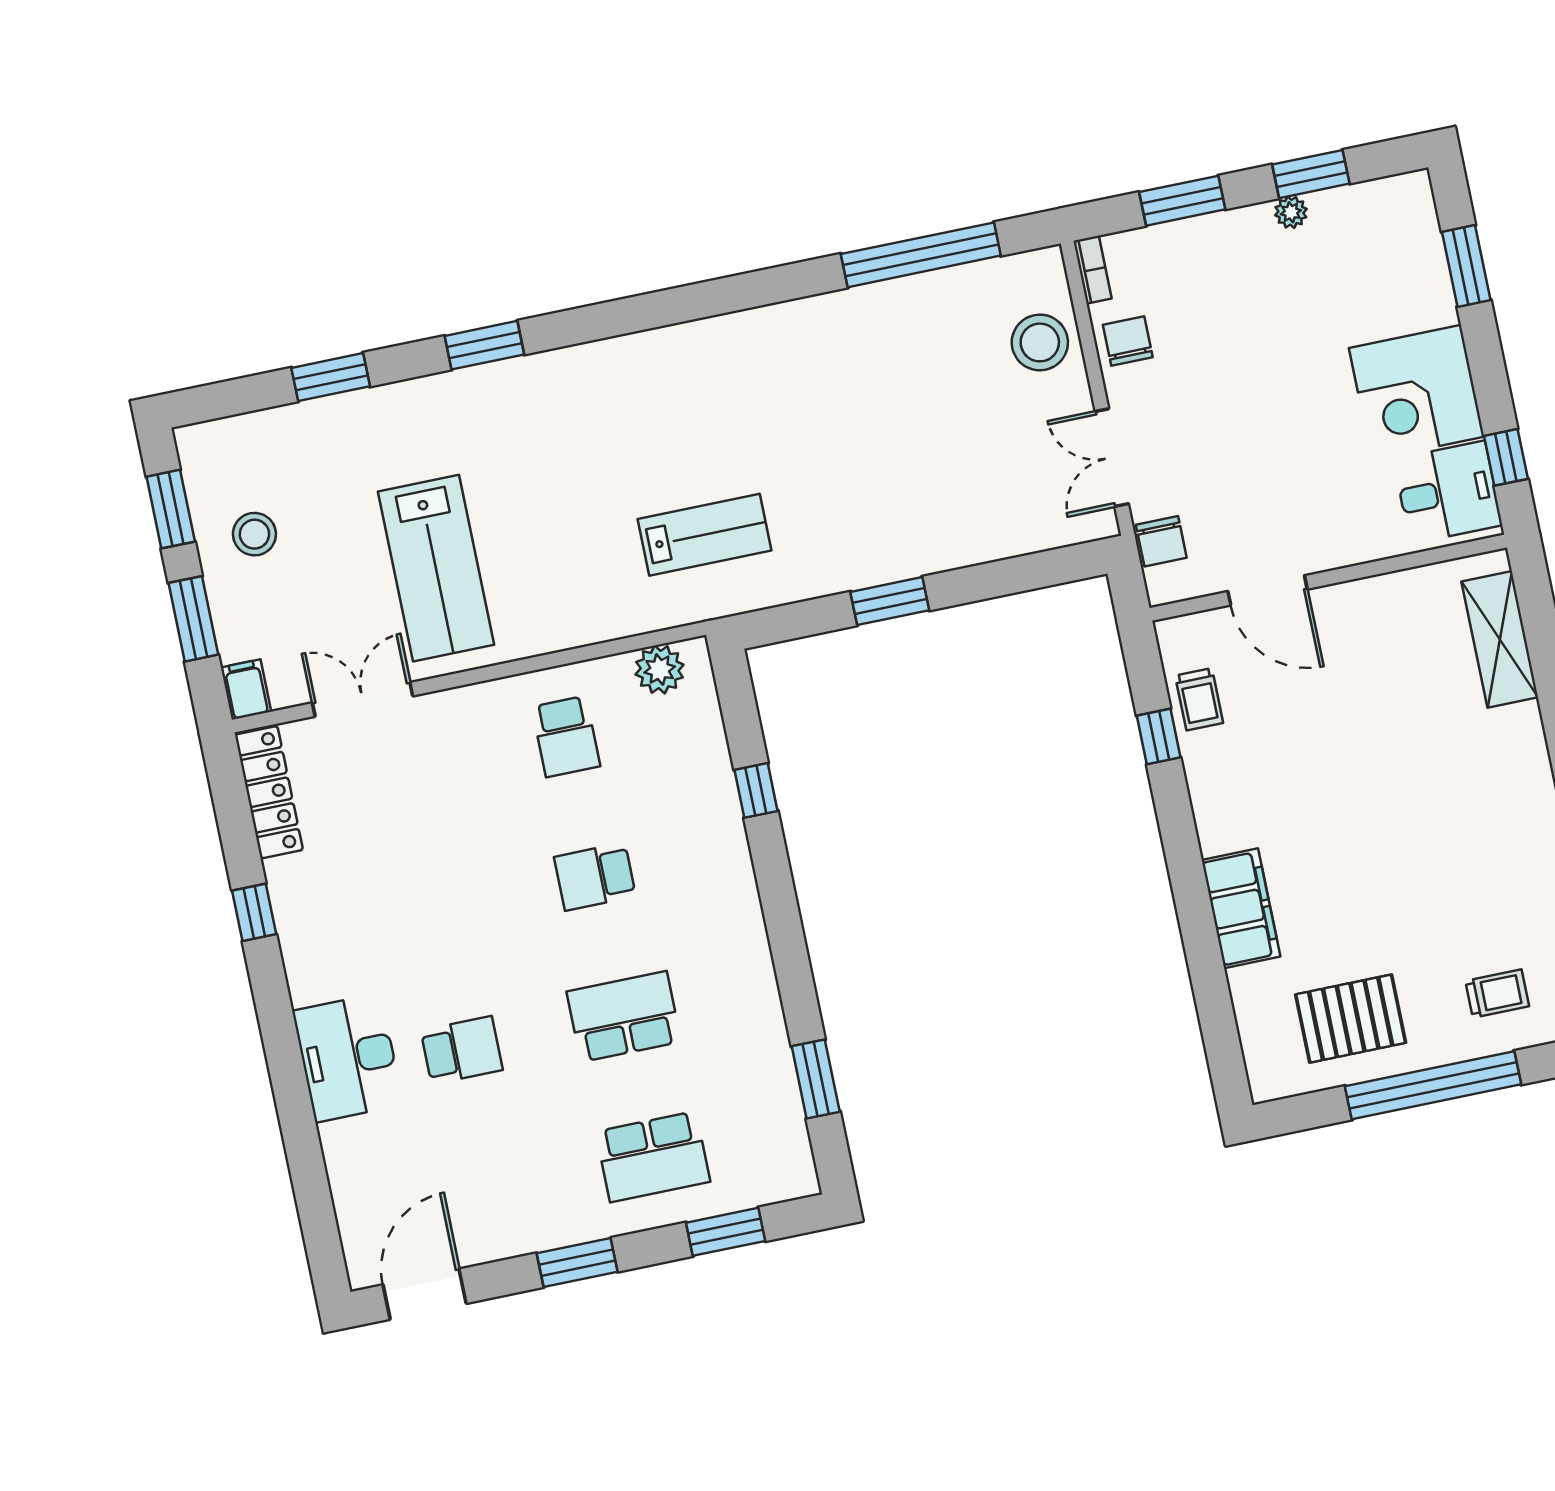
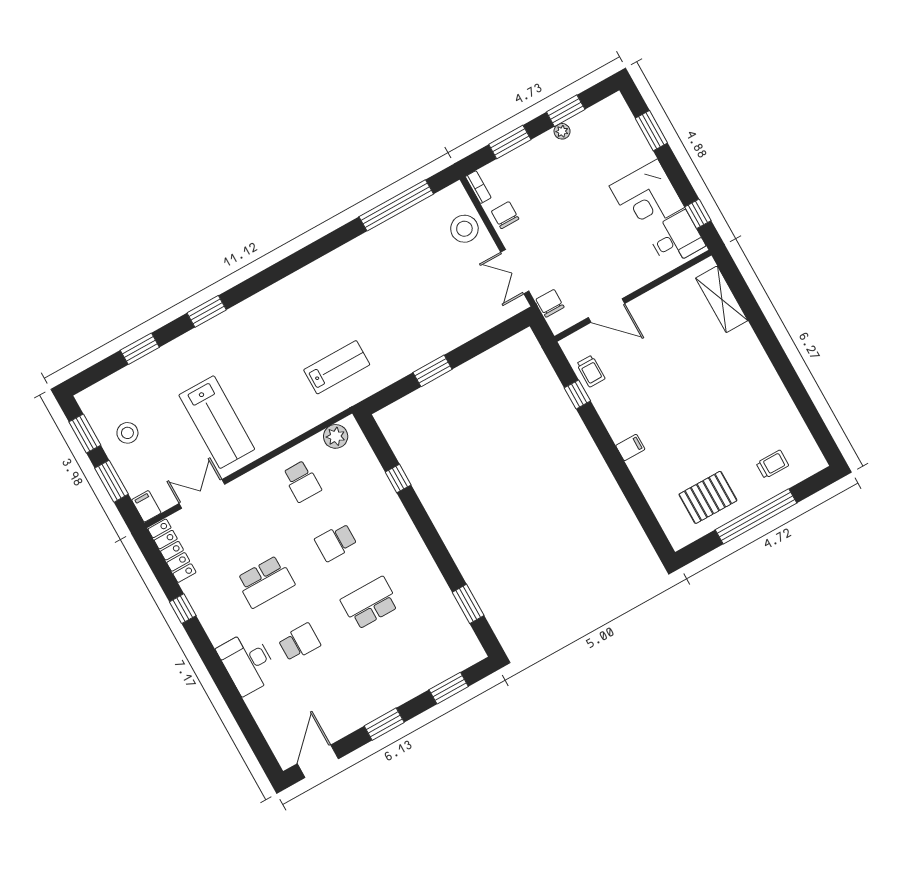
chair: (1161, 541) -> (550, 303), turned 180
filing cabinet: (1241, 908) -> (630, 447), width x0.33, depth x0.86
school desk: (653, 1157) -> (265, 582), moved

